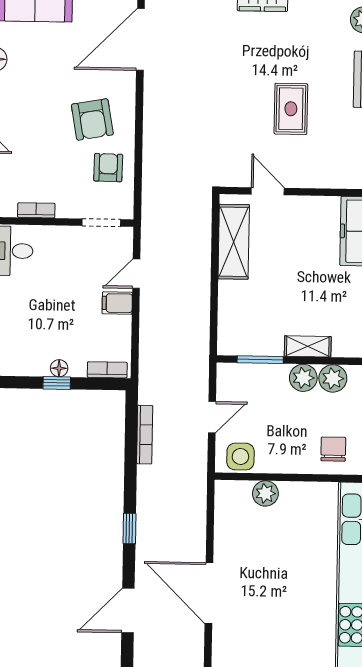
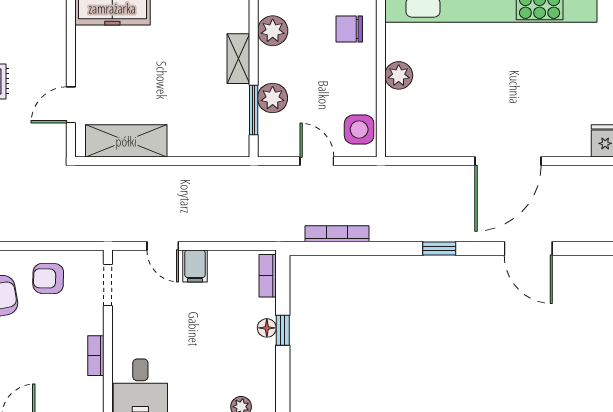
plant: (303, 378) -> (273, 98), moved
plant: (265, 493) -> (399, 75), moved

